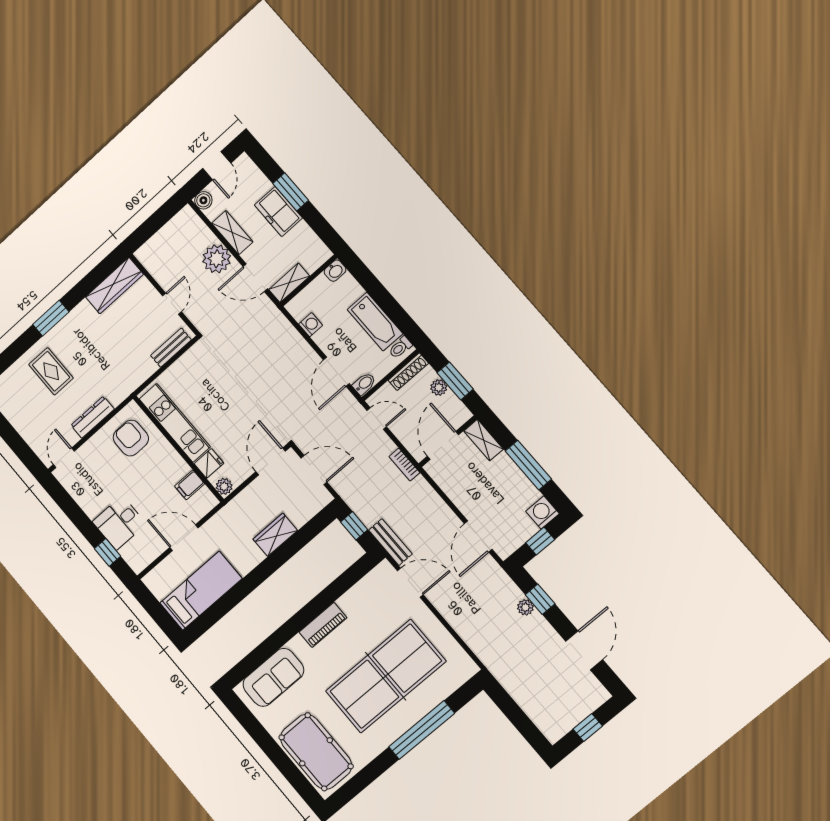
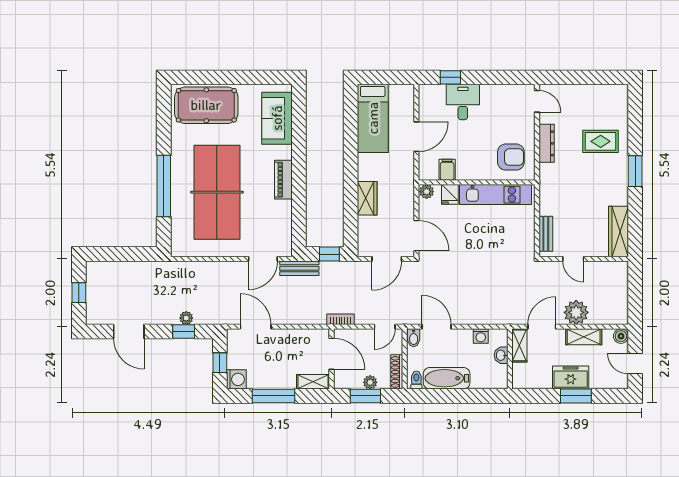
washbasin: (335, 271) -> (501, 355), moved

